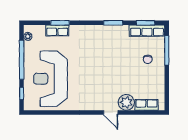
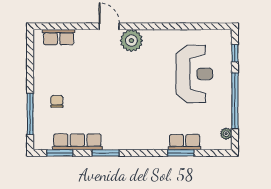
row of seats: (147, 31) -> (77, 142), moved
reception desk: (50, 79) -> (194, 74), width x0.74, depth x0.77
plant: (126, 102) -> (131, 41), moved

